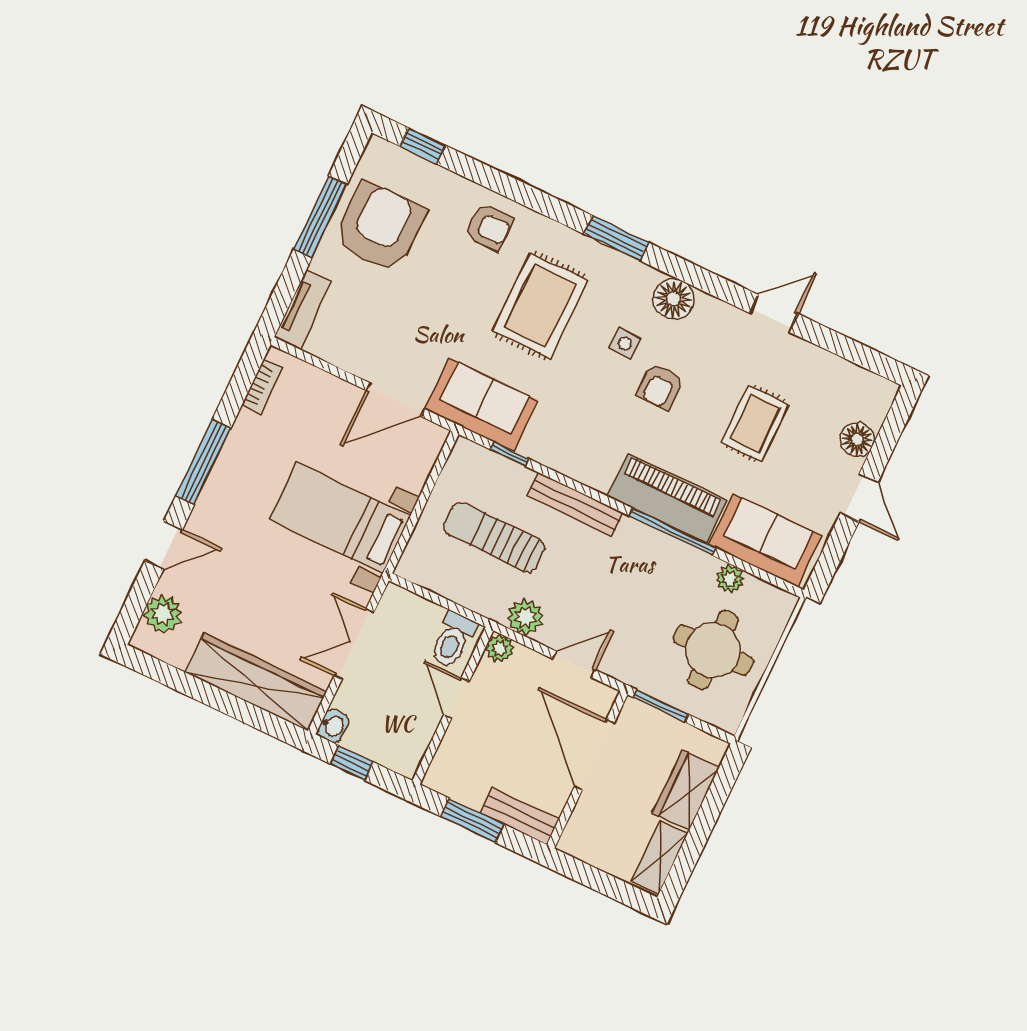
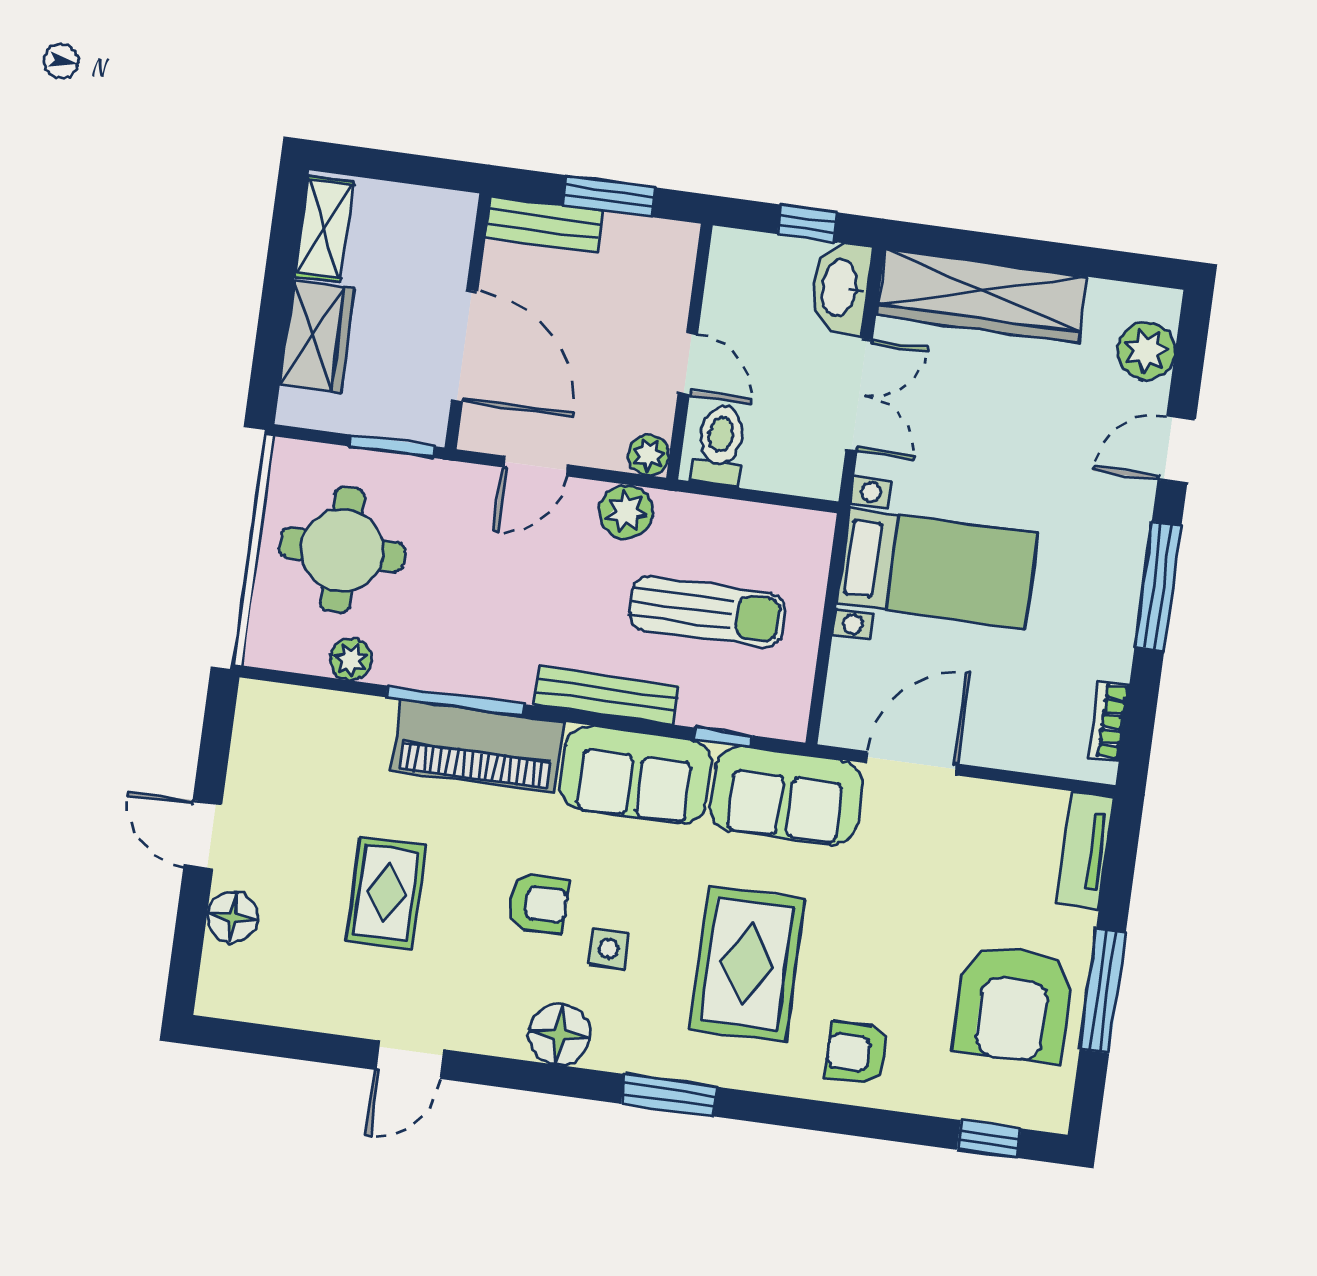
armchair: (660, 386) -> (538, 903), turned 90
sofa: (765, 540) -> (636, 775), moved
washbasin: (333, 726) -> (840, 288), width x1.91, depth x1.45

